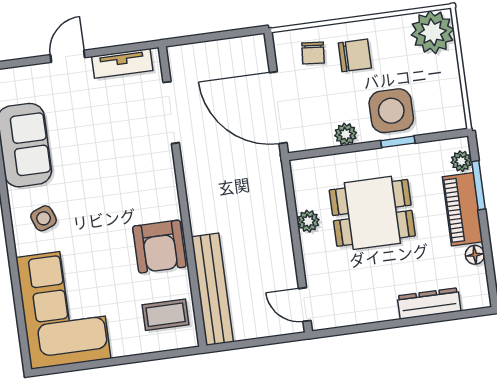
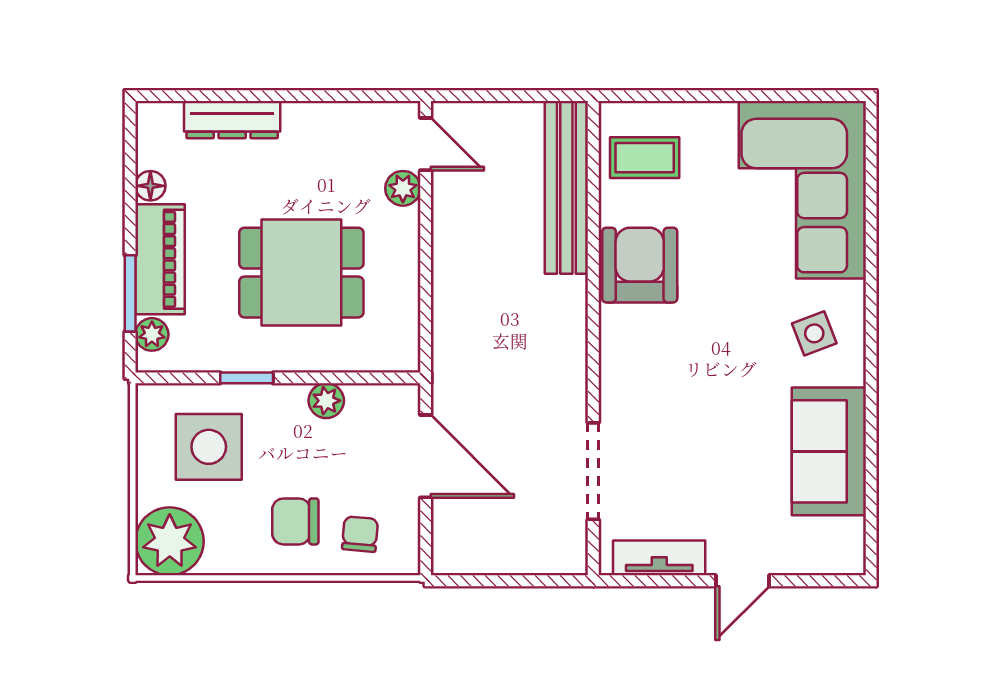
door: (278, 108) -> (426, 456), width x0.73
side table: (391, 111) -> (209, 447), moved
plant: (308, 221) -> (403, 188), moved

